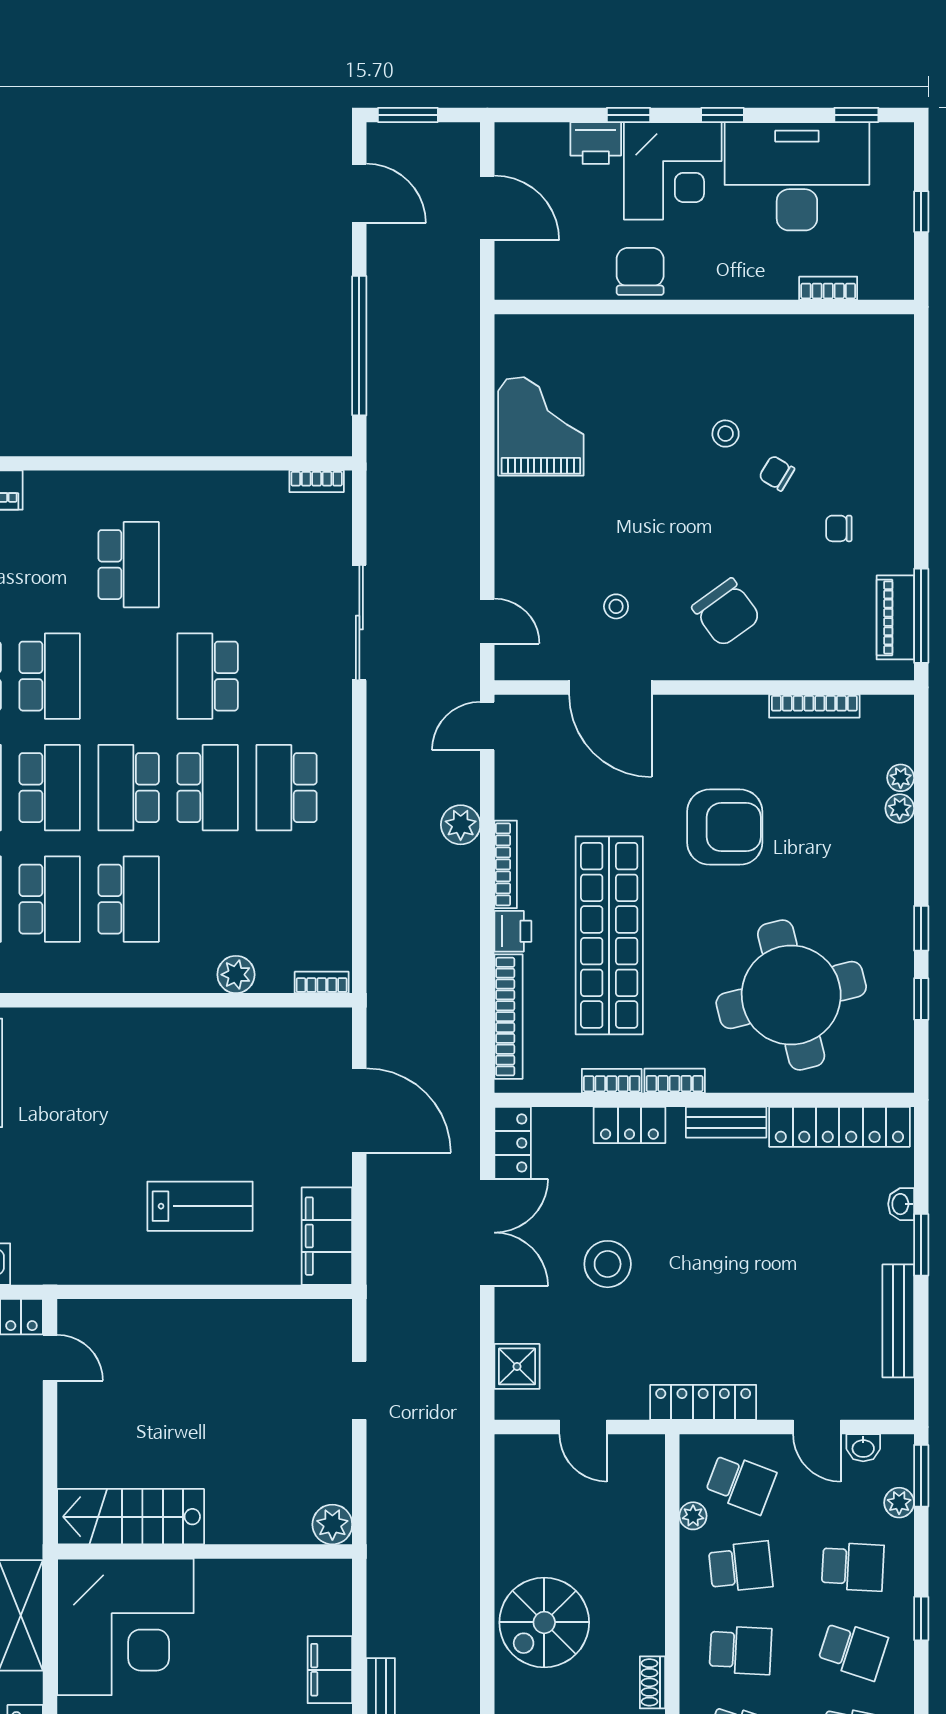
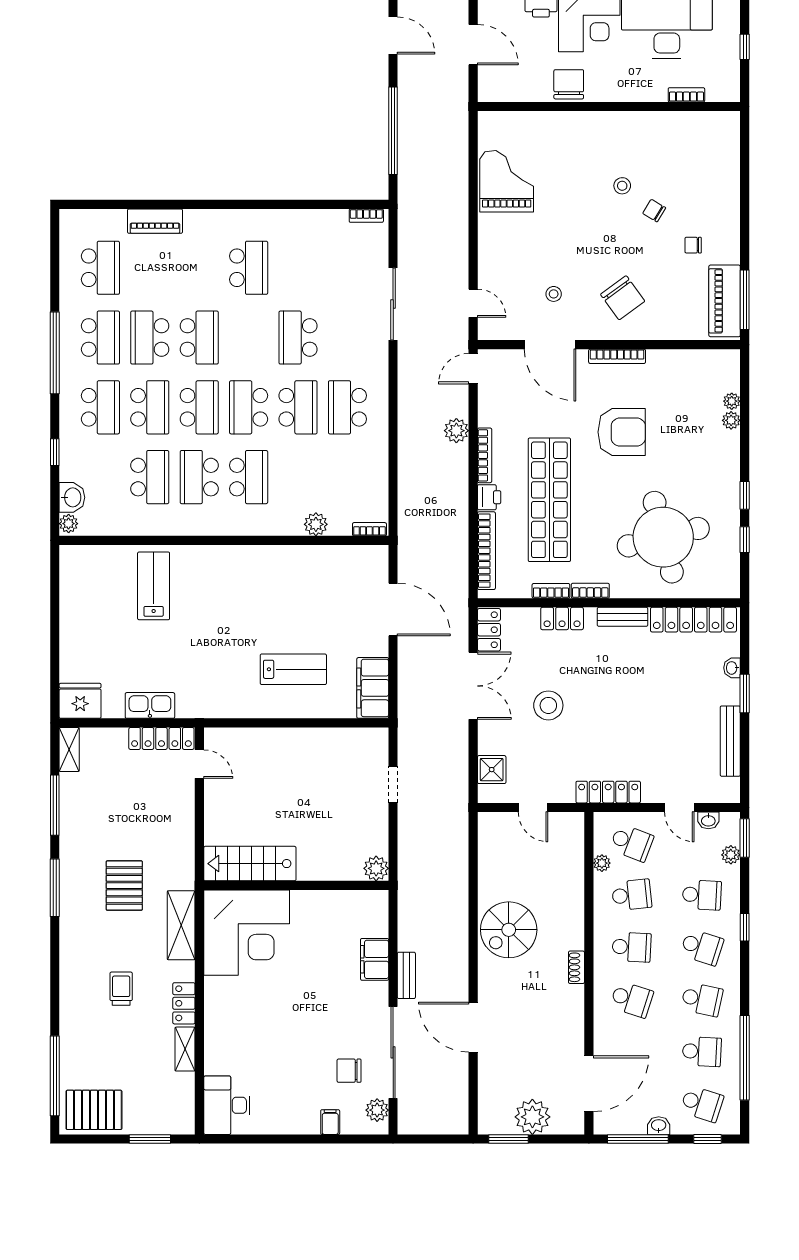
piano: (895, 617) -> (725, 301), width x1.37, depth x1.33
bookcase: (814, 706) -> (617, 356), moved
school desk: (50, 899) -> (199, 477), turned 180

